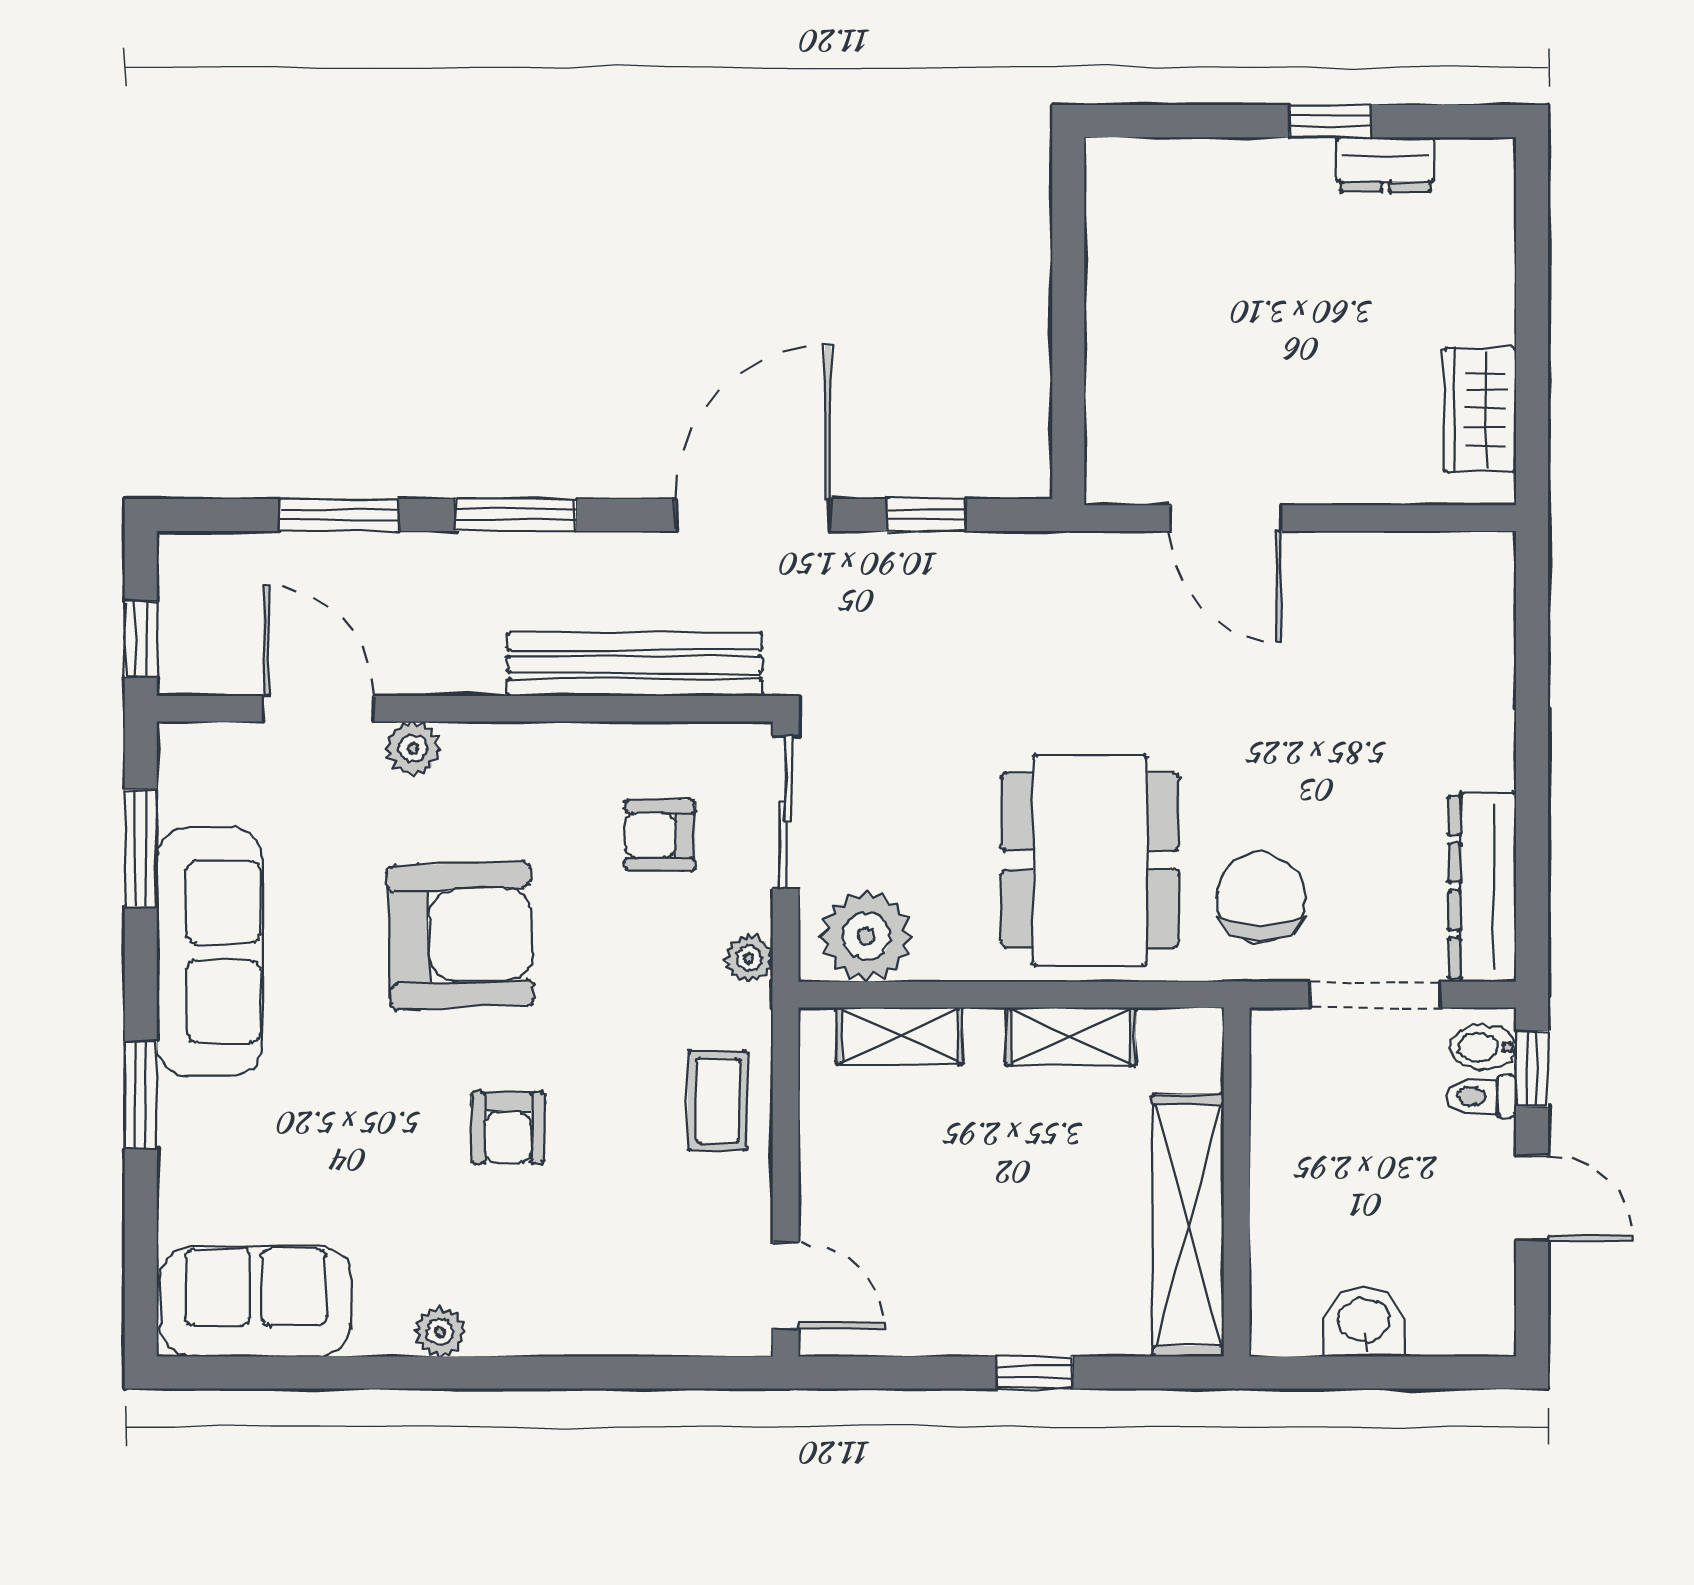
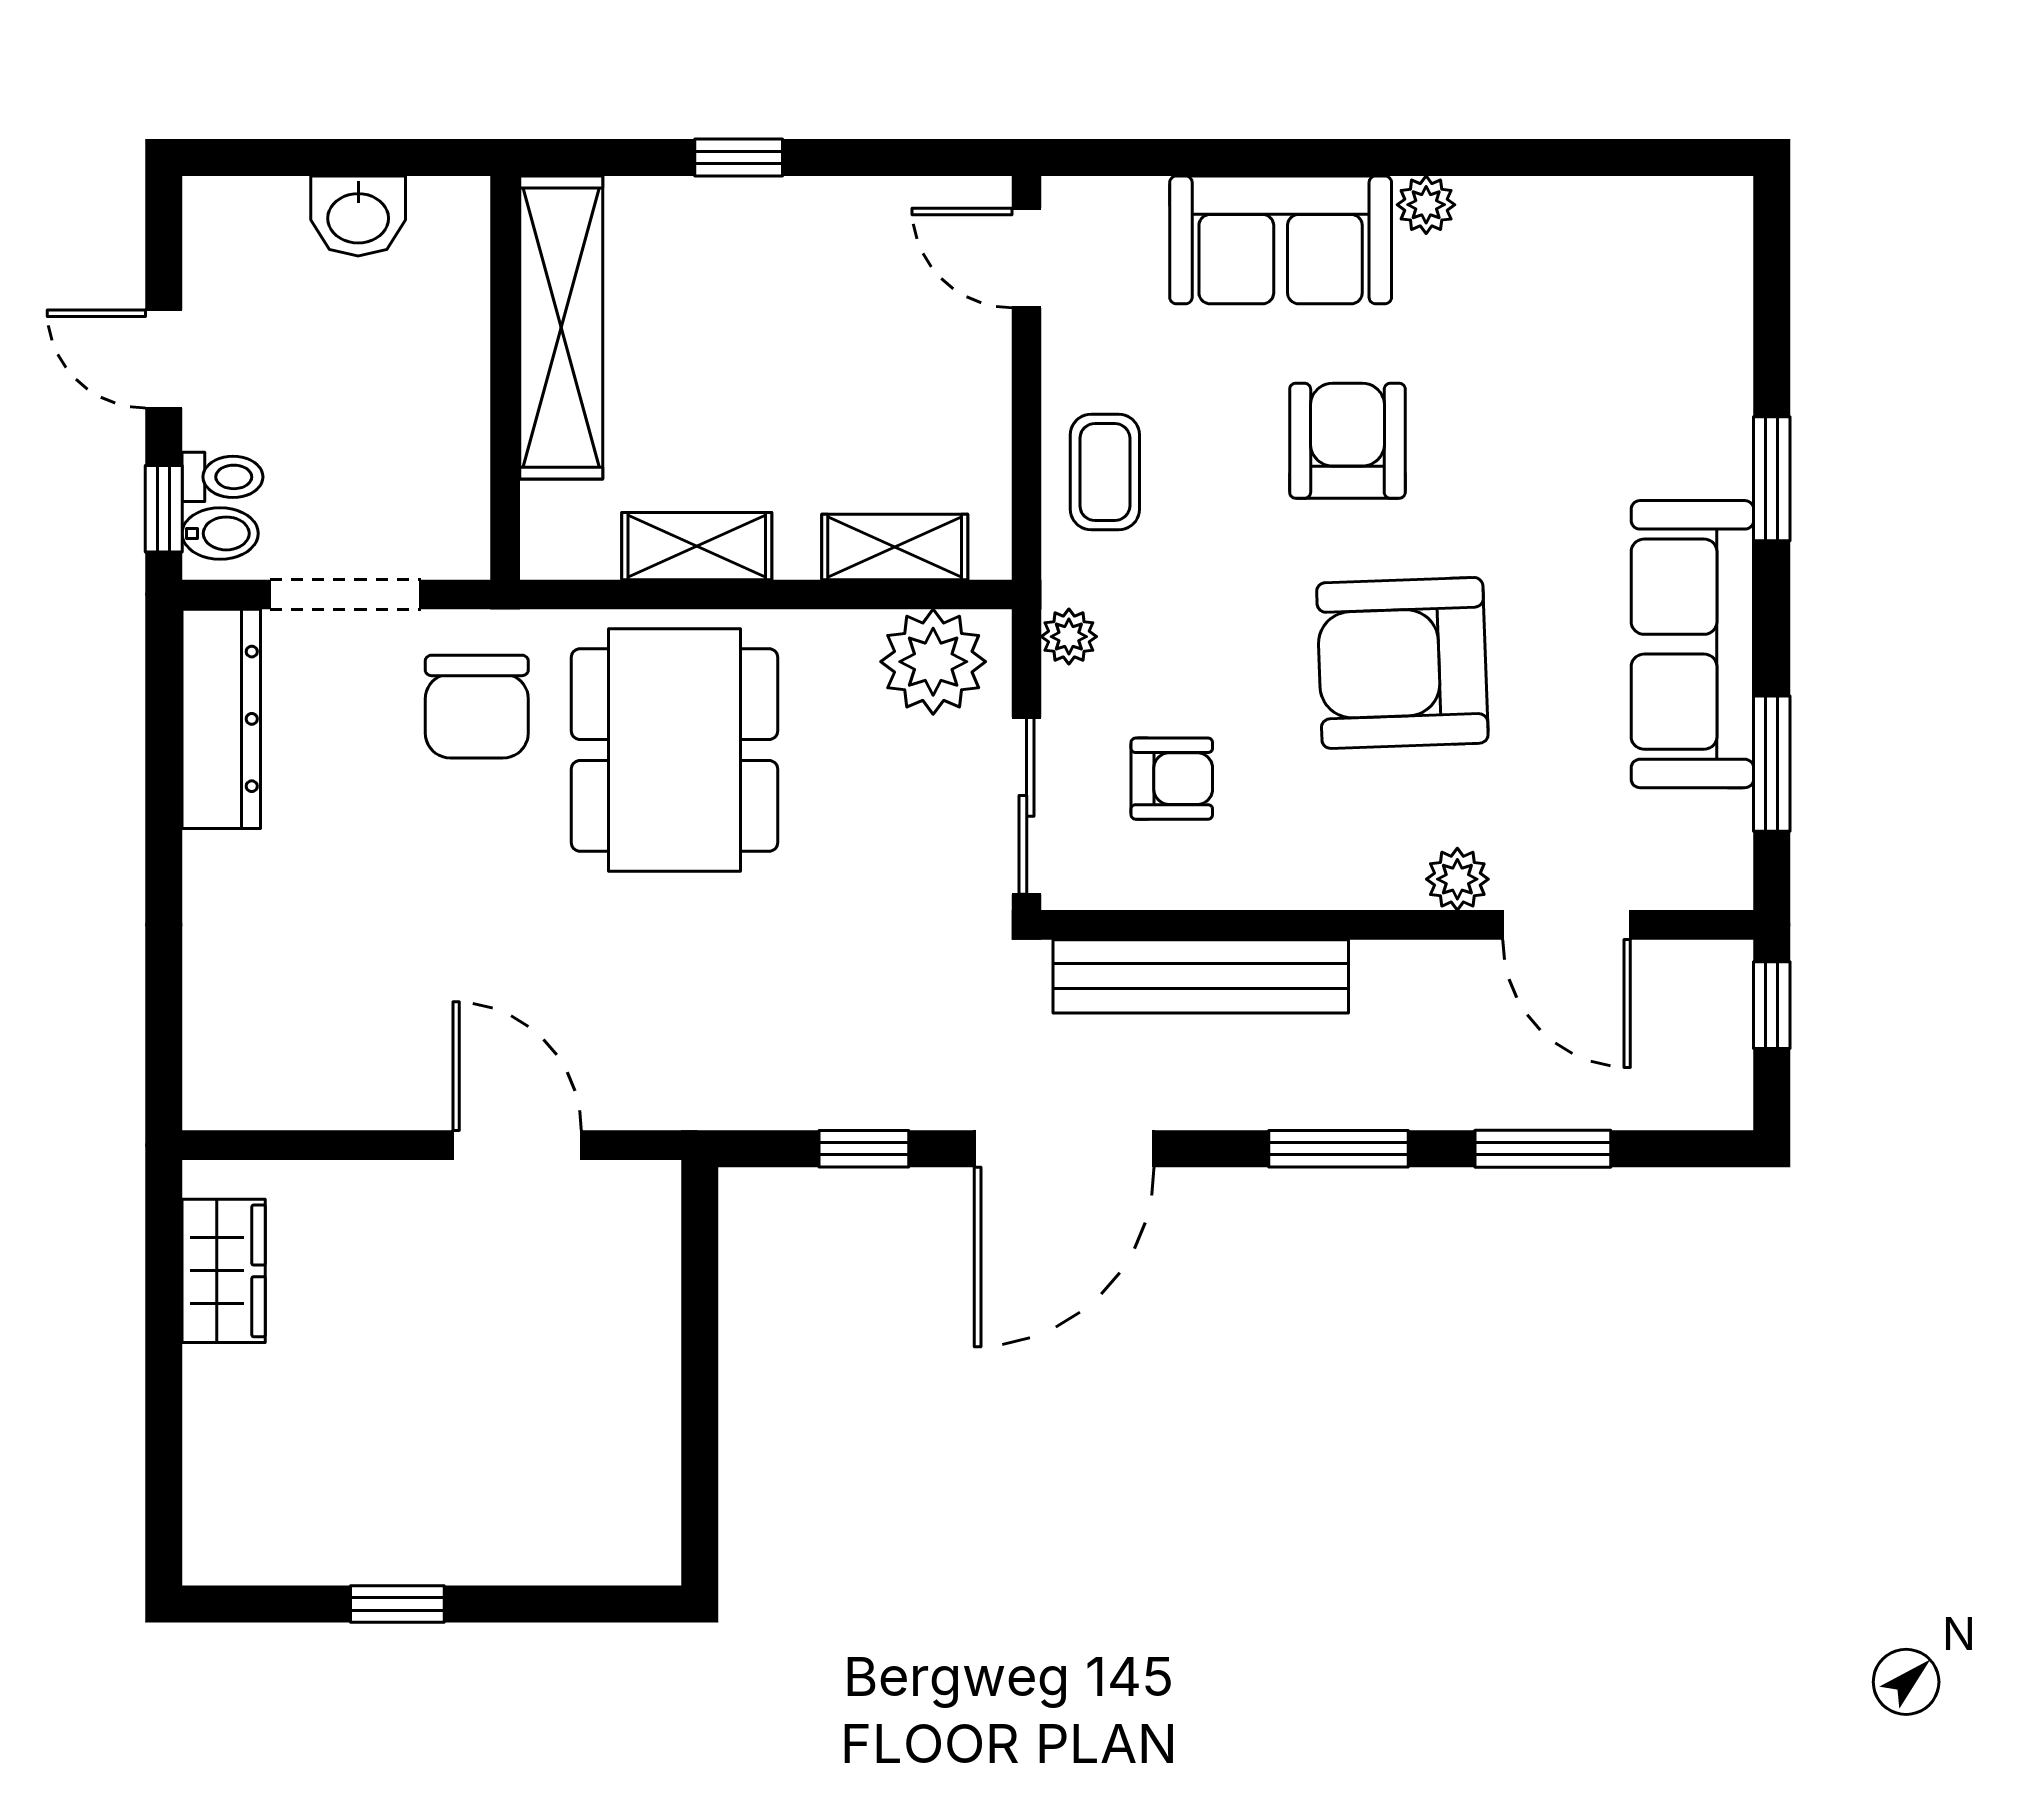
dresser: (1385, 164) -> (333, 1554), removed
armchair: (508, 1128) -> (1347, 441), width x1.38, depth x1.38
sofa: (256, 1301) -> (1281, 240), moved

